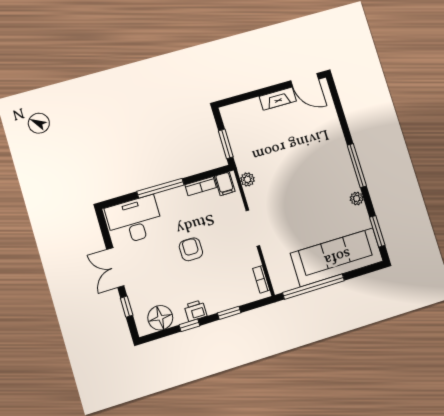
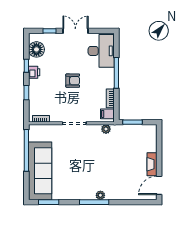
plant: (357, 199) -> (100, 195), moved

